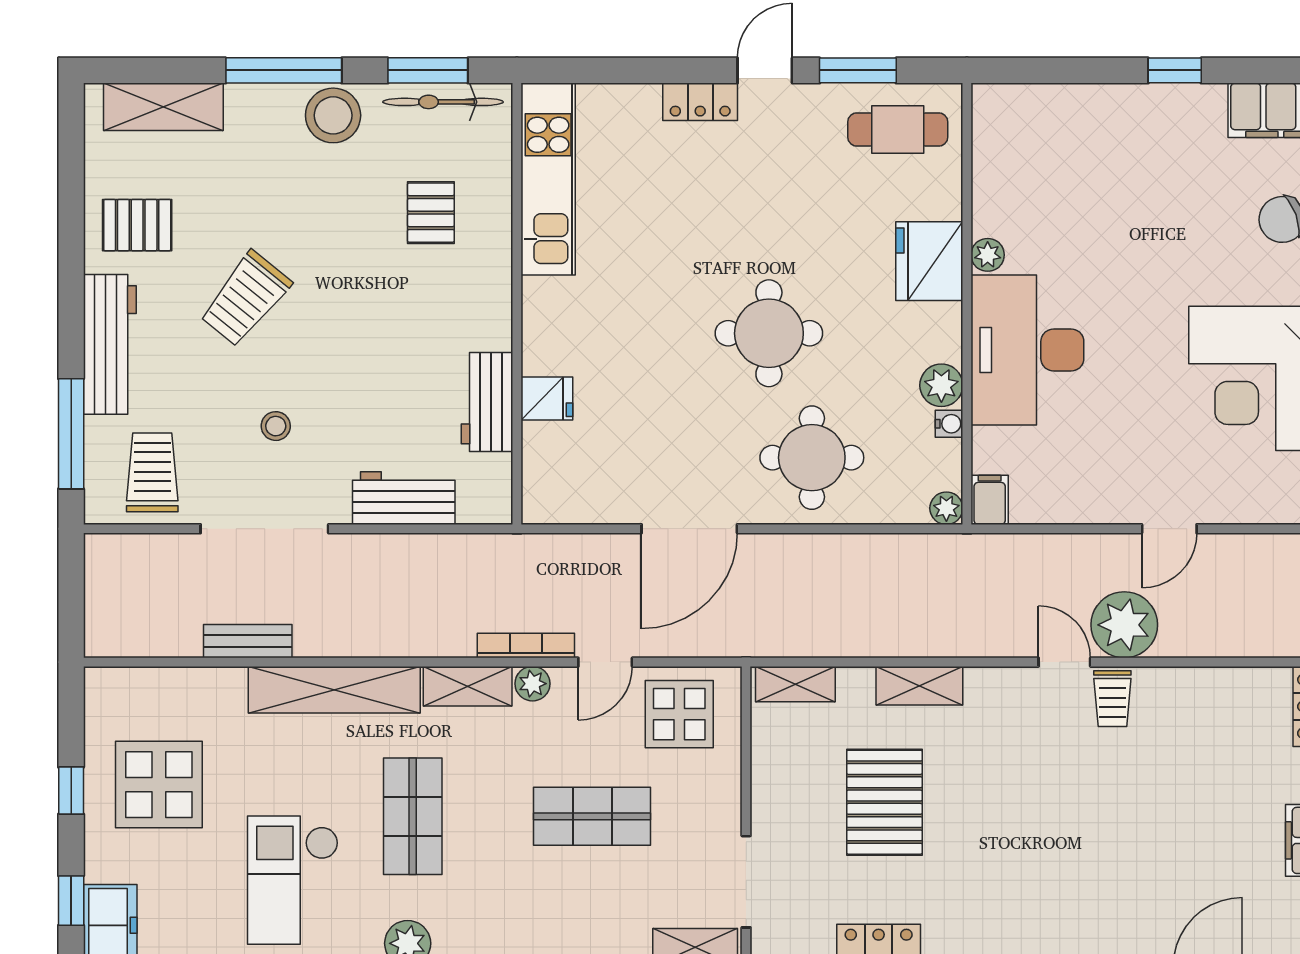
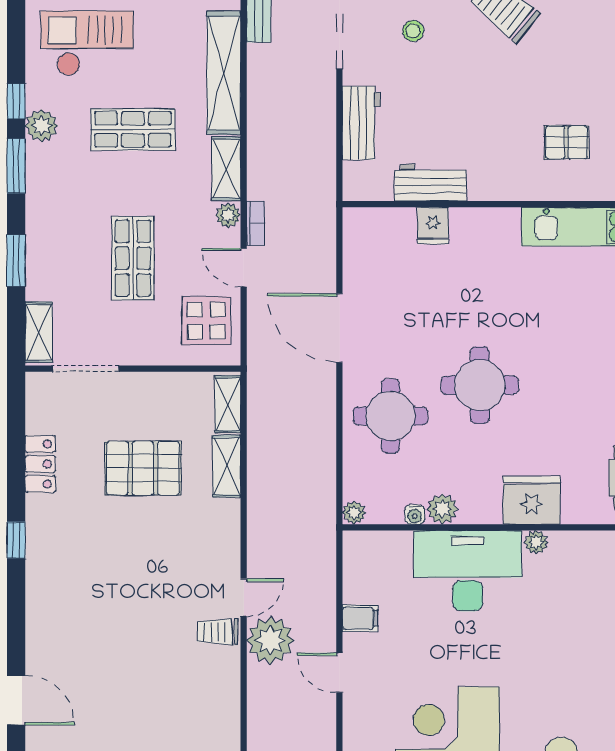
filing cabinet: (990, 500) -> (360, 618), moved
bookcase: (526, 646) -> (256, 223), width x0.64
shelving: (919, 686) -> (227, 466), moved

